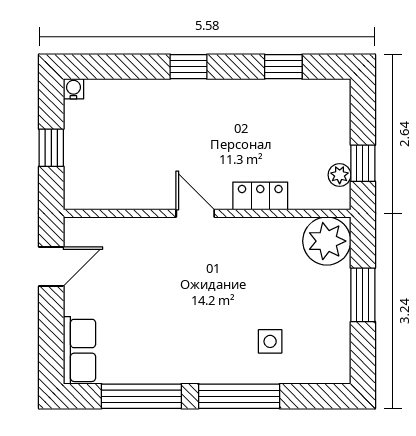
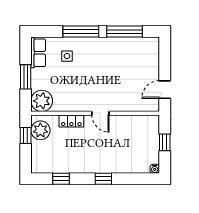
plant: (340, 175) -> (40, 130), width x1.88, depth x1.88
row of seats: (79, 350) -> (38, 53), moved, turned 180

